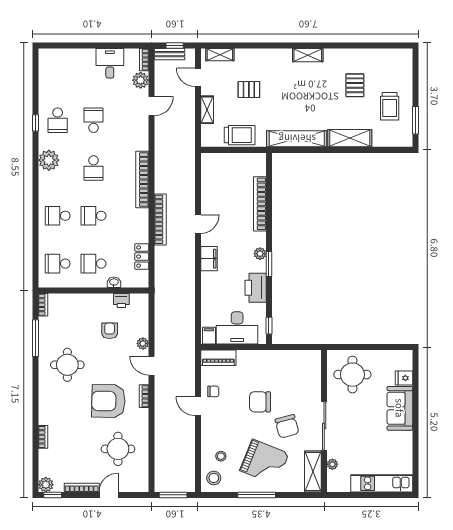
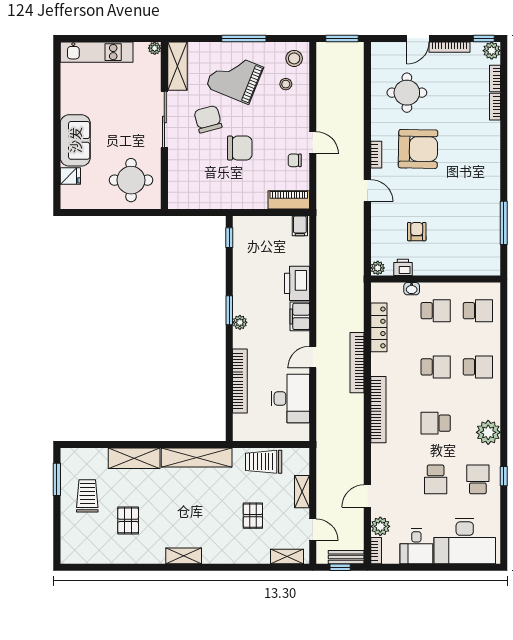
desk: (69, 68) -> (465, 541), added
pallet: (249, 89) -> (253, 516), turned 90
school desk: (94, 168) -> (436, 423), turned -90
locker: (142, 257) -> (379, 327), width x1.53
printer: (256, 288) -> (297, 283), moved, turned 180
bookcase: (43, 305) -> (495, 78), moved
desk: (237, 328) -> (290, 398), moved, turned 90
armchair: (110, 331) -> (417, 232), turned 180
plant: (143, 343) -> (378, 268), moved
round table: (67, 365) -> (466, 192), removed
plant: (332, 464) -> (155, 48), moved

